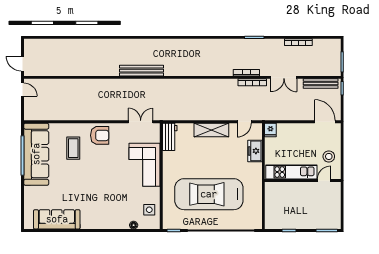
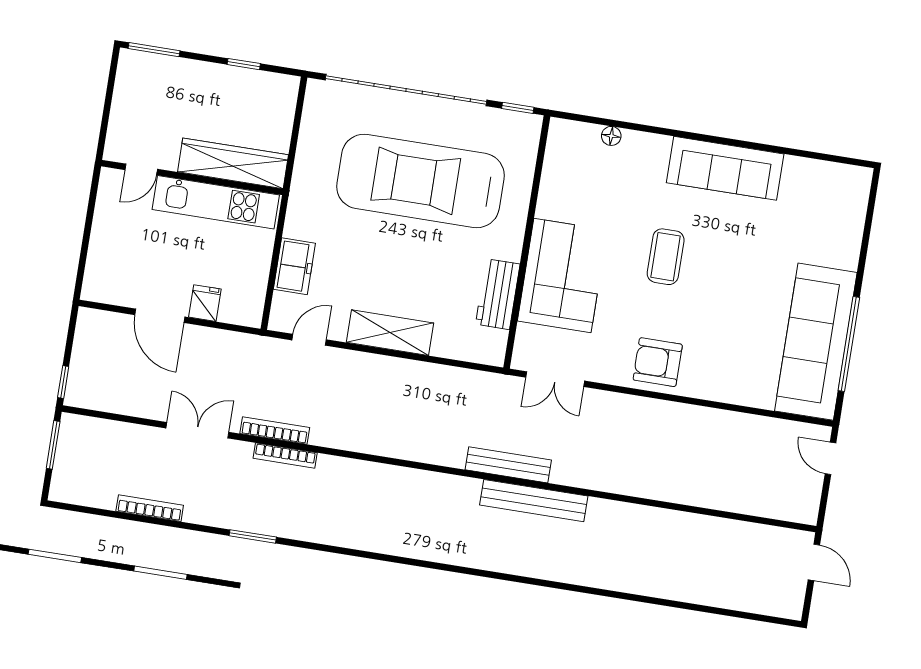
bench: (321, 84) -> (508, 465), moved
door: (23, 90) -> (831, 458), moved
door: (325, 122) -> (160, 316), moved
fridge: (270, 130) -> (205, 303), moved
workbench: (170, 137) -> (498, 294), moved
coffee table: (73, 148) -> (666, 257), moved
stool: (329, 156) -> (121, 225), removed
wardrobe: (287, 189) -> (233, 163), added
car: (209, 194) -> (420, 181), turned 180
side table: (149, 210) -> (568, 167), removed
sofa: (57, 219) -> (725, 168), moved

